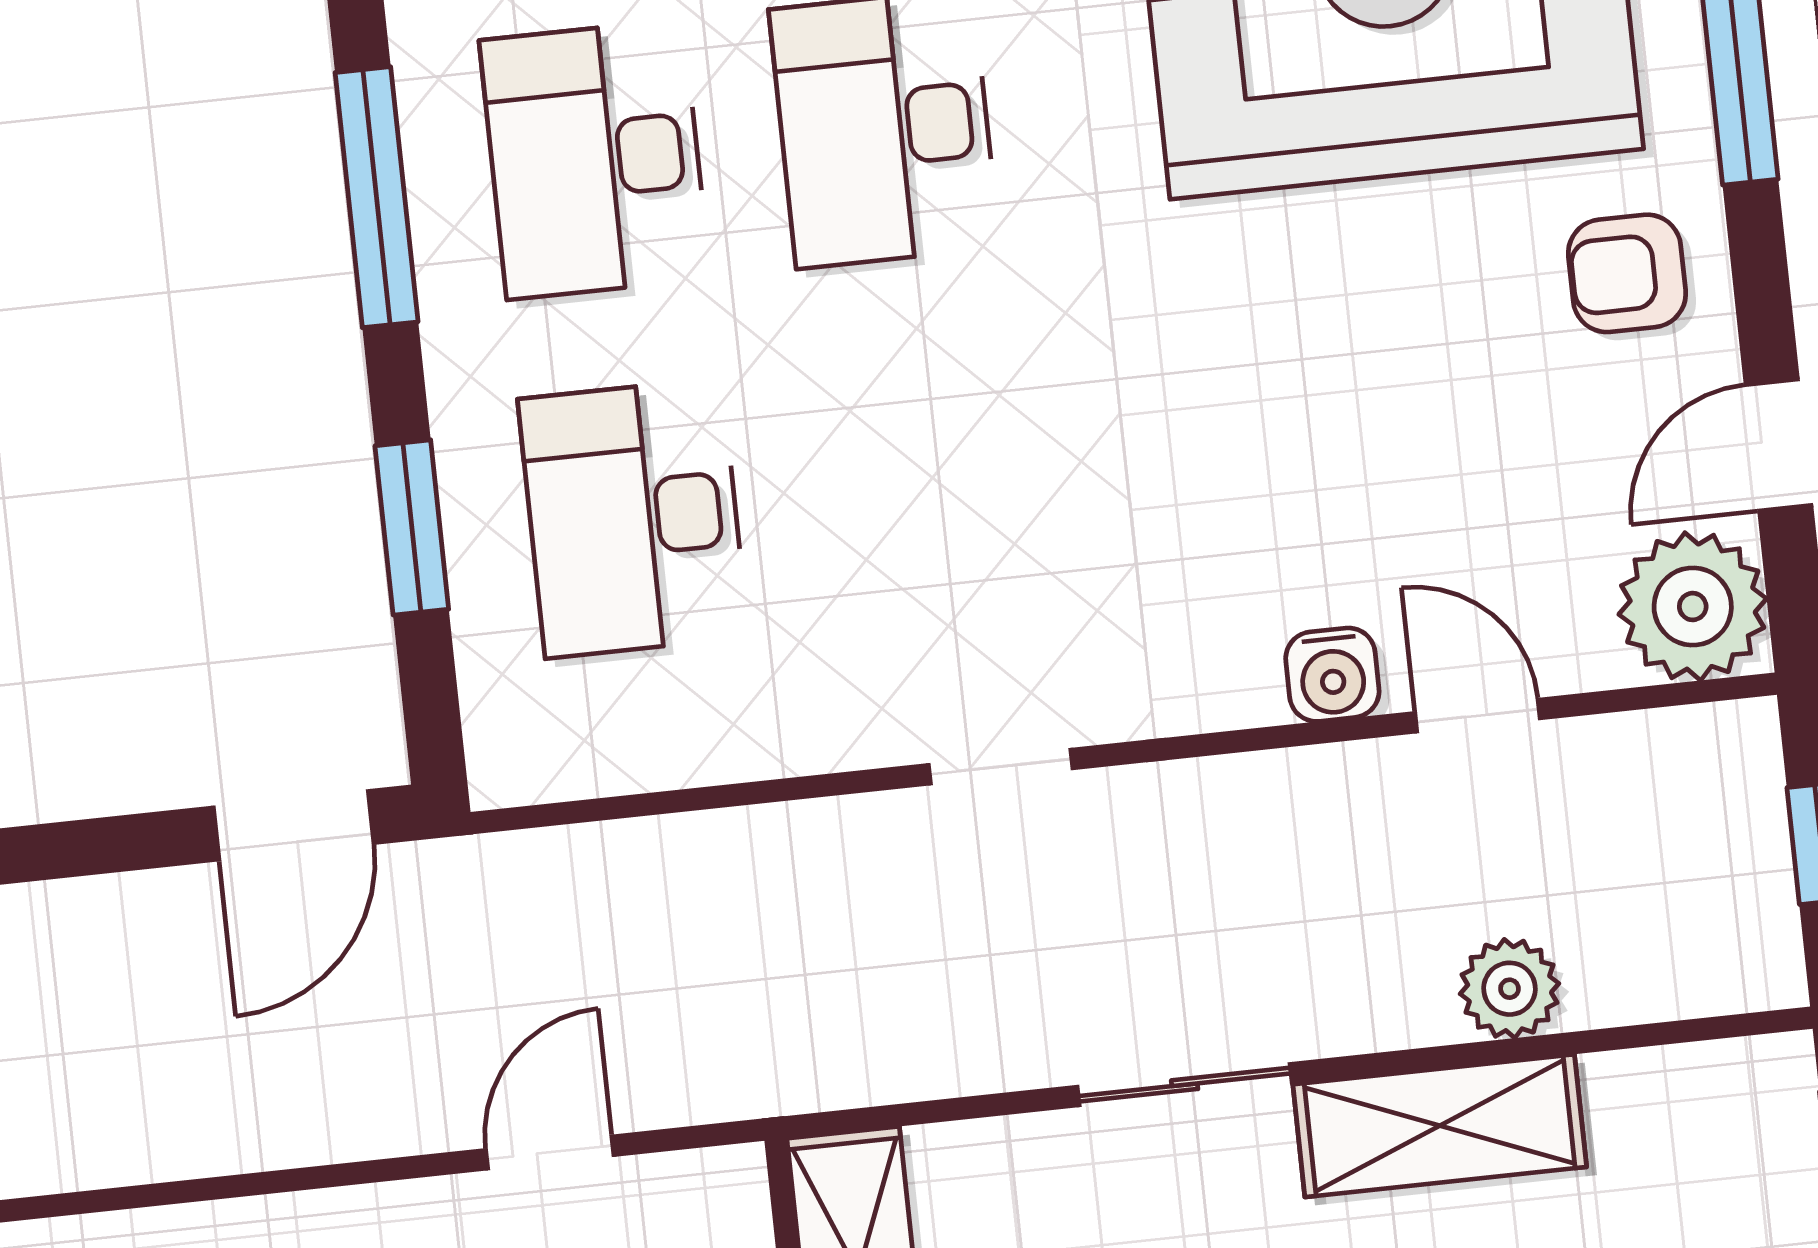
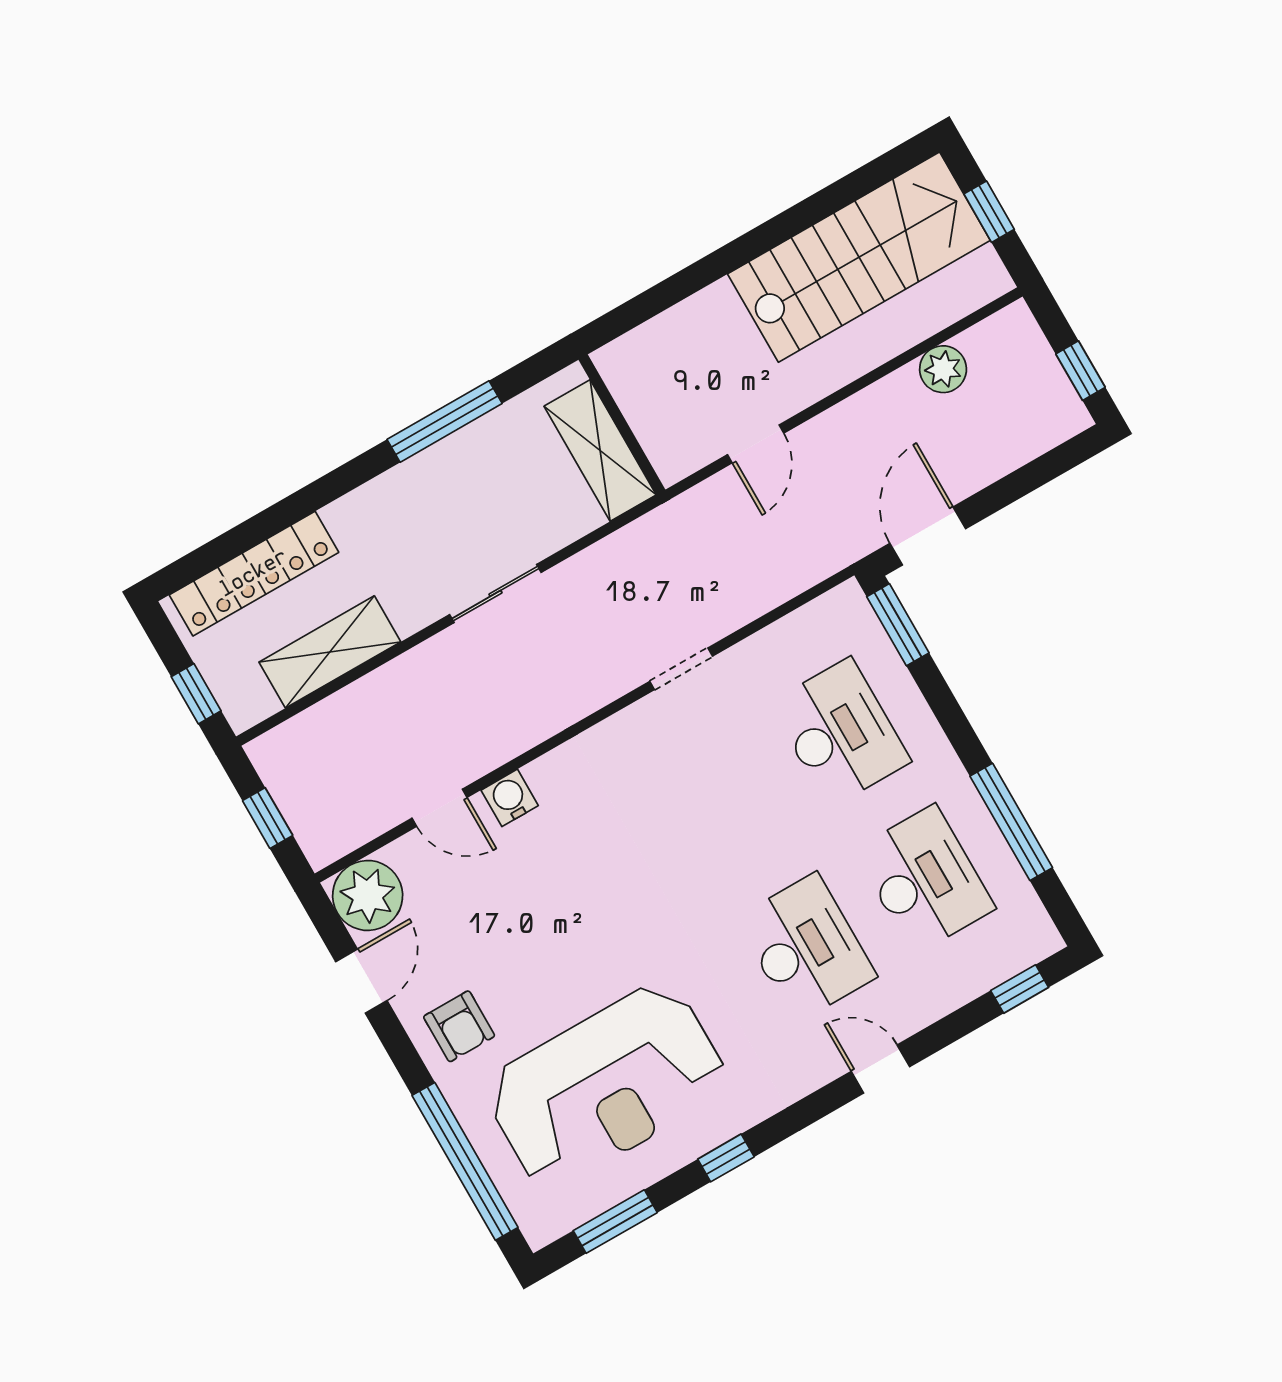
armchair: (1627, 273) -> (459, 1026), turned 90
window: (412, 527) -> (898, 625), moved
doorway: (1001, 767) -> (681, 669), moved
plant: (1510, 989) -> (943, 369), moved
shelving: (1440, 1126) -> (330, 652), moved

